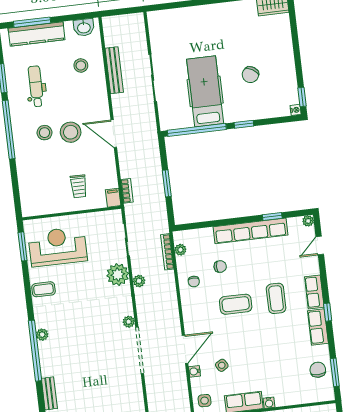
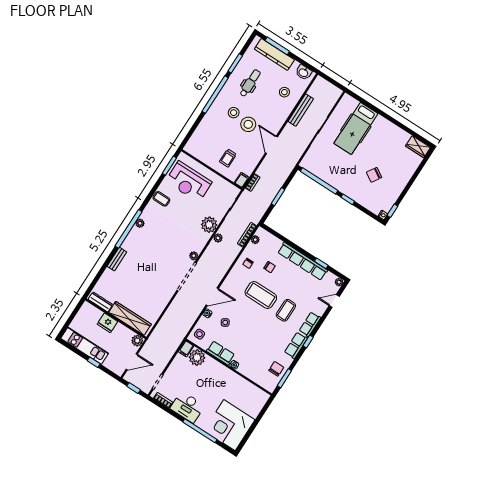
hospital bed: (205, 91) -> (356, 128), moved, turned 180
reception desk: (58, 247) -> (189, 182), turned 180
coffee table: (236, 304) -> (261, 295), width x1.36, depth x1.32

